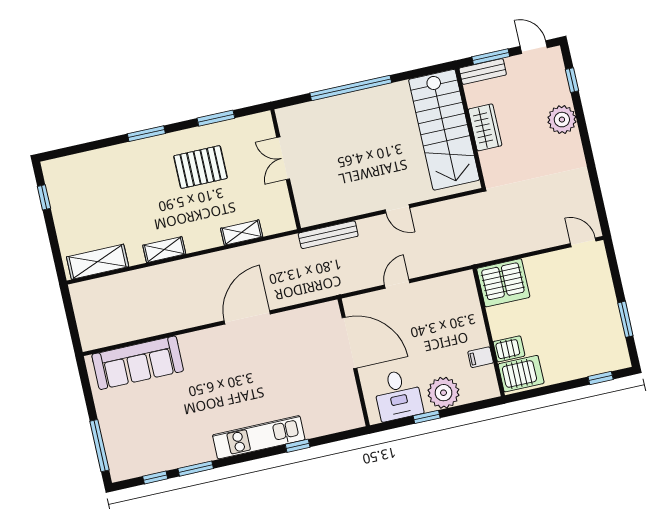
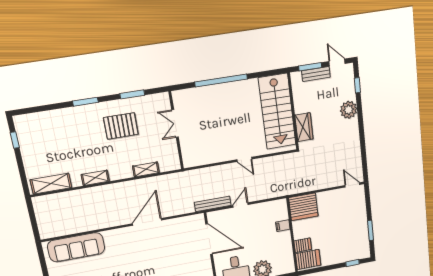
bench: (483, 71) -> (316, 74), moved
wardrobe: (485, 127) -> (304, 127), moved
bench: (328, 235) -> (213, 204), moved
filing cabinet: (481, 357) -> (283, 226), moved

